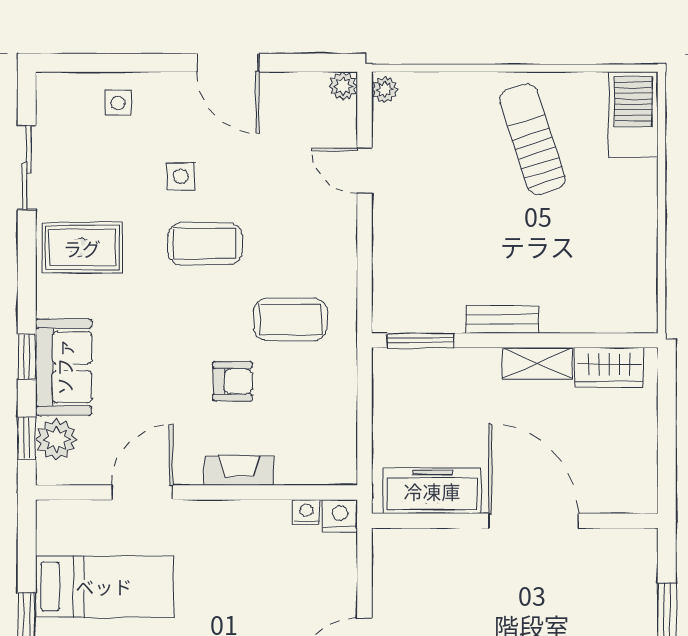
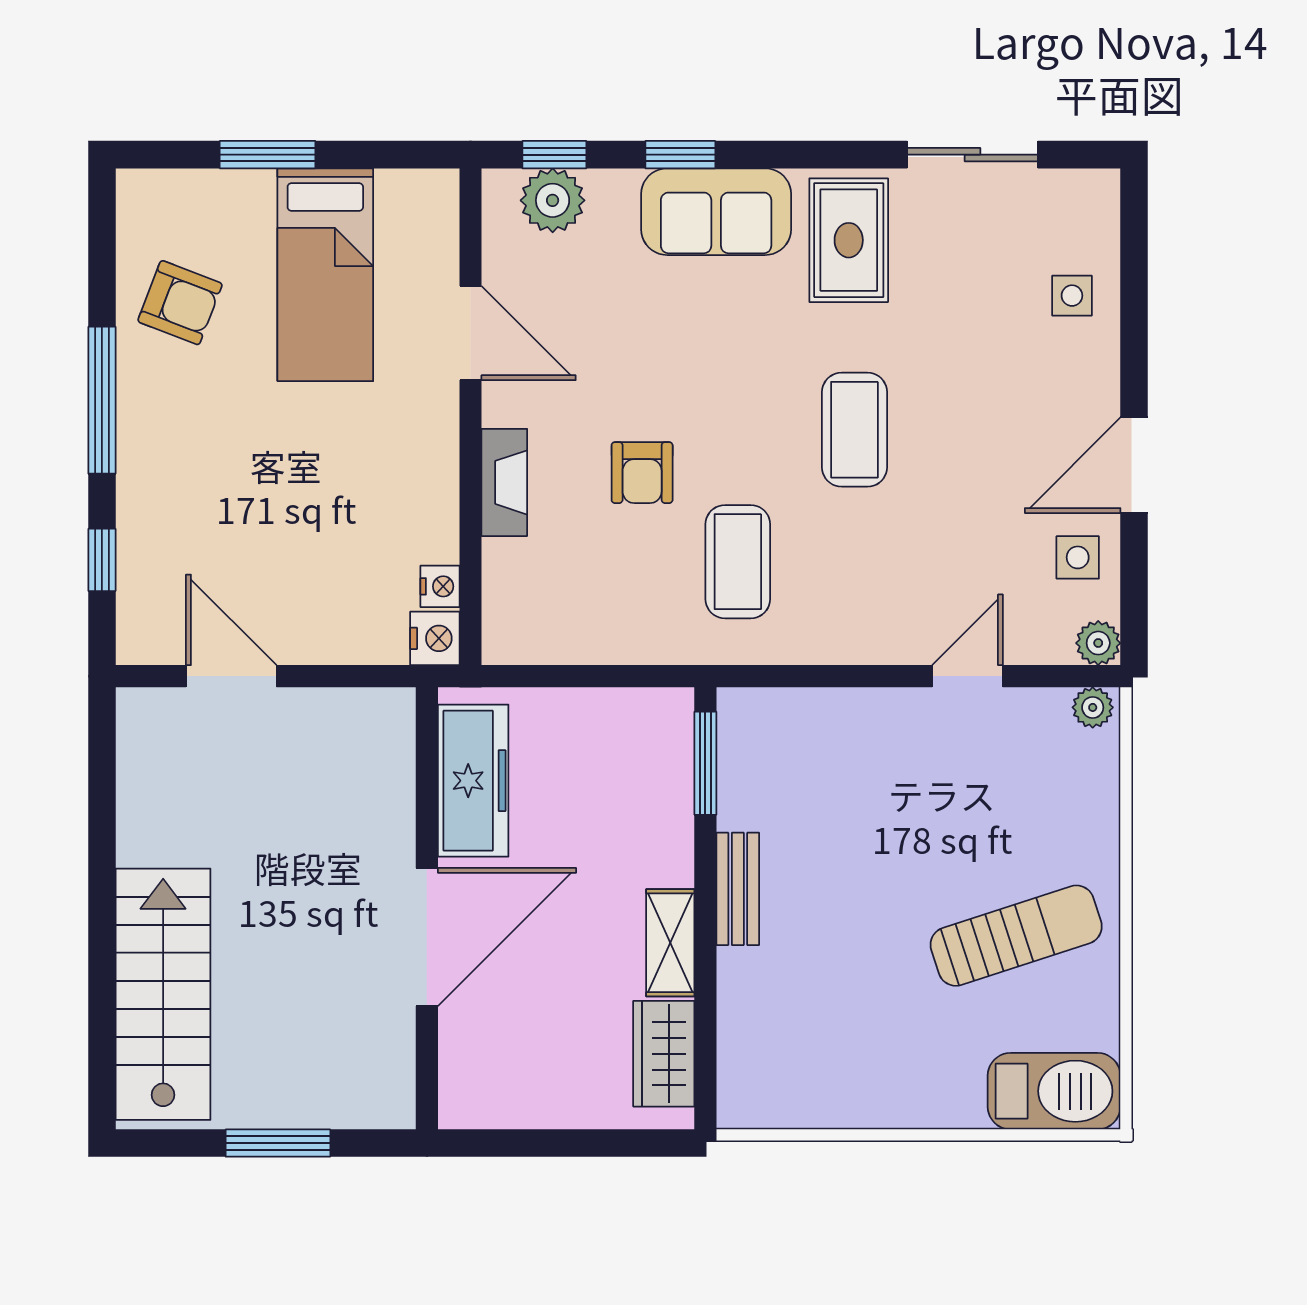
side table: (181, 176) -> (1078, 557), moved
sofa: (64, 367) -> (716, 212), moved

